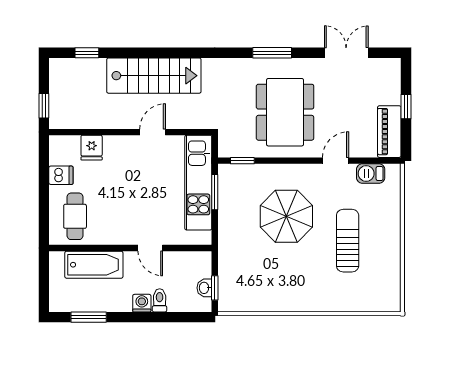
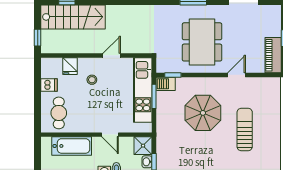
stairs: (154, 76) -> (73, 17), moved
stool: (124, 168) -> (92, 80), added
barbecue: (371, 174) -> (166, 84), moved
shower: (199, 264) -> (143, 146), added

